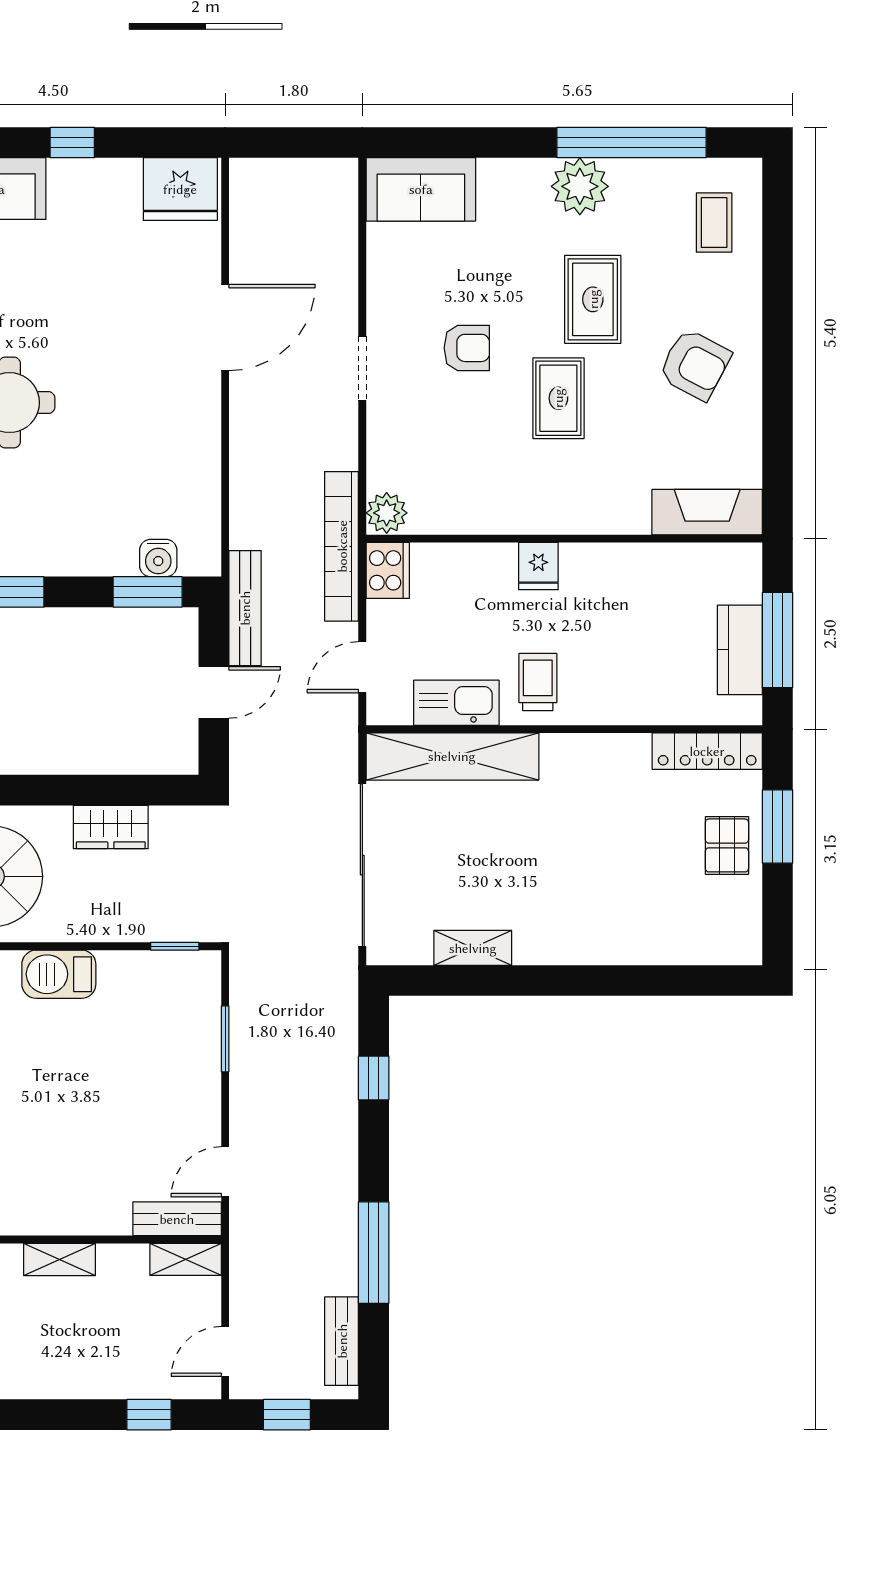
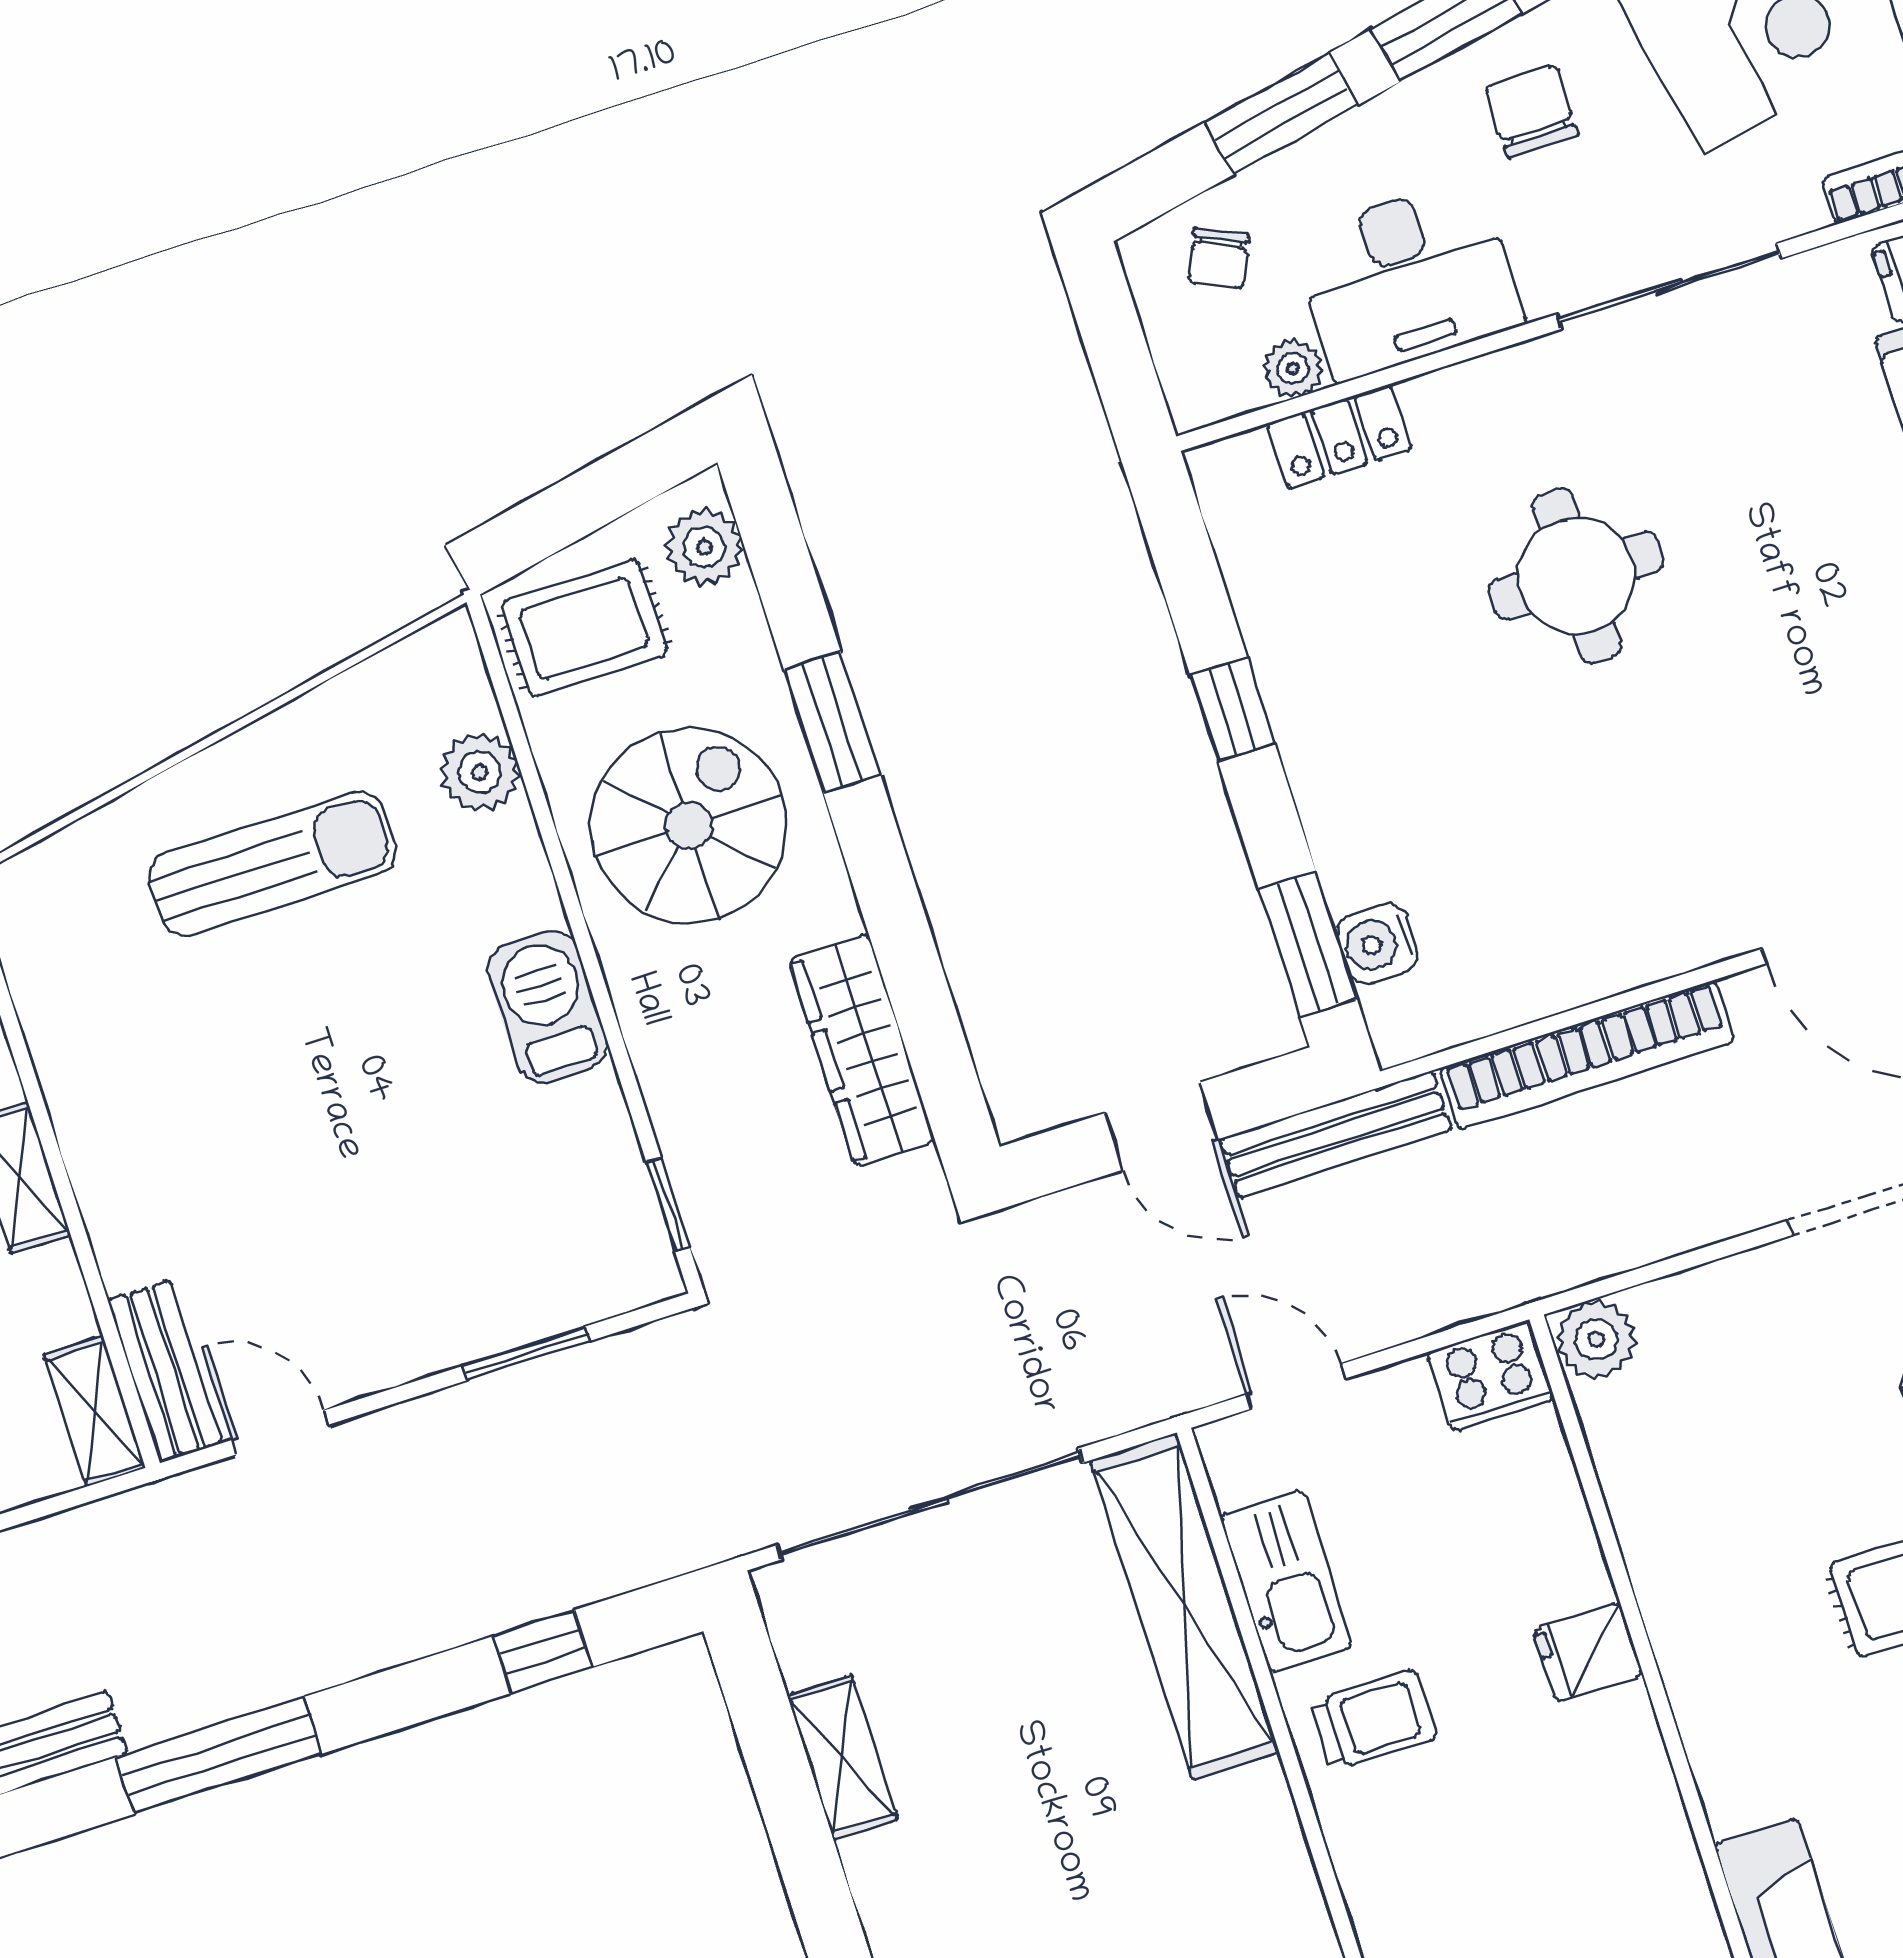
bookcase: (342, 546) -> (1587, 1055), moved, turned 180
wardrobe: (111, 827) -> (862, 1050), width x1.50

